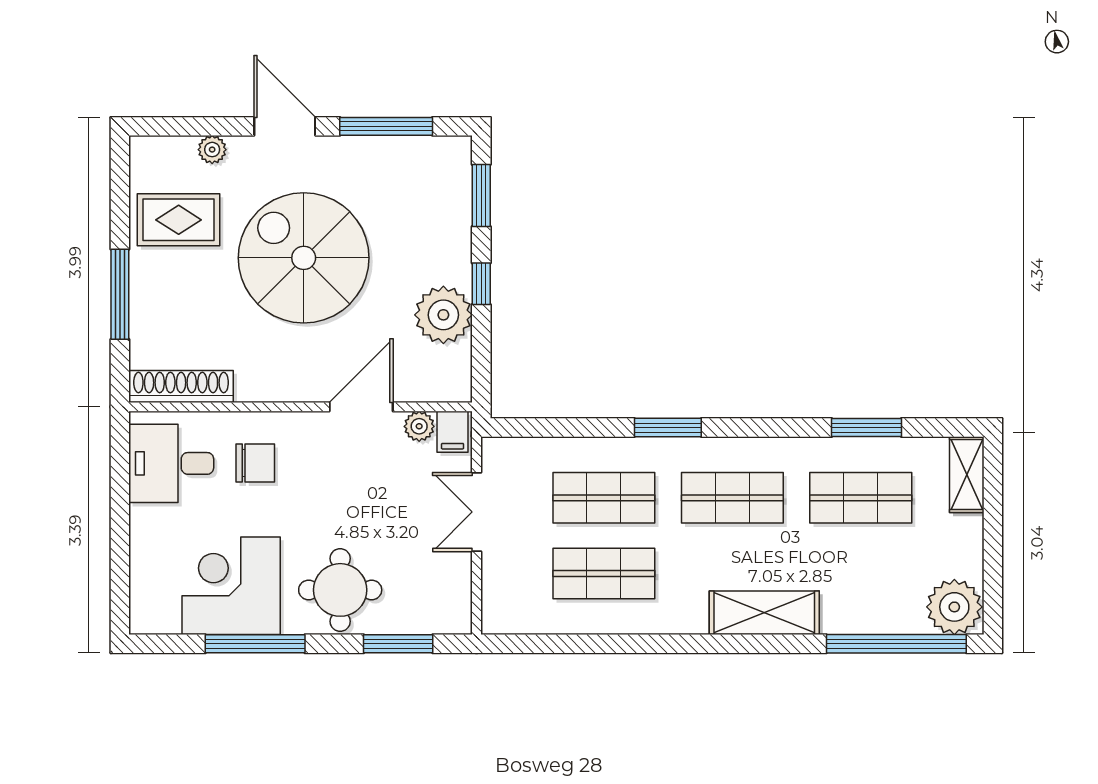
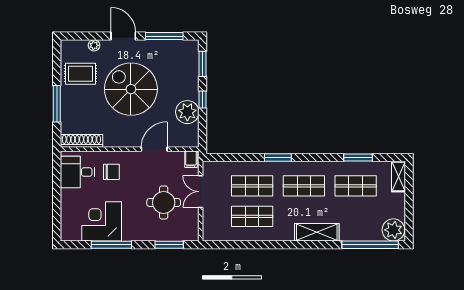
plant: (419, 426) -> (178, 157), removed
round table: (340, 590) -> (164, 202), moved

